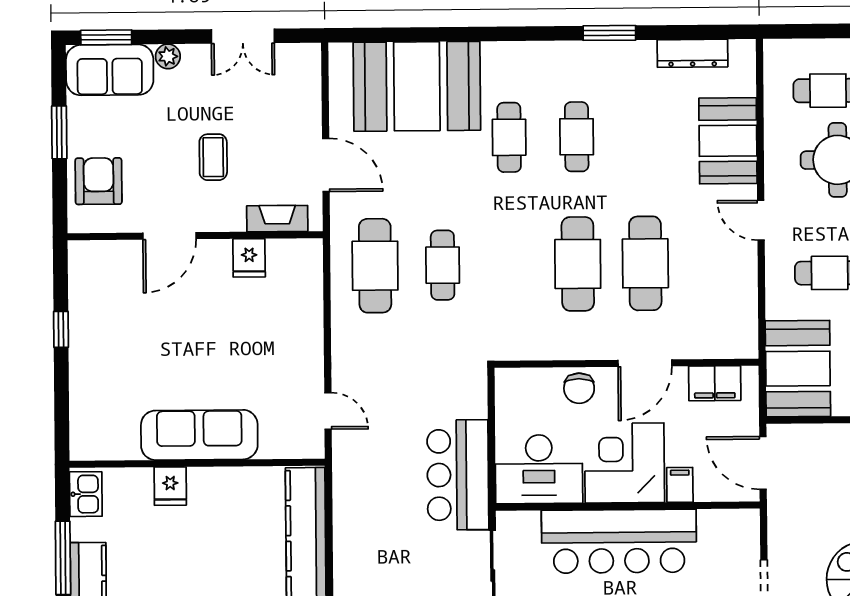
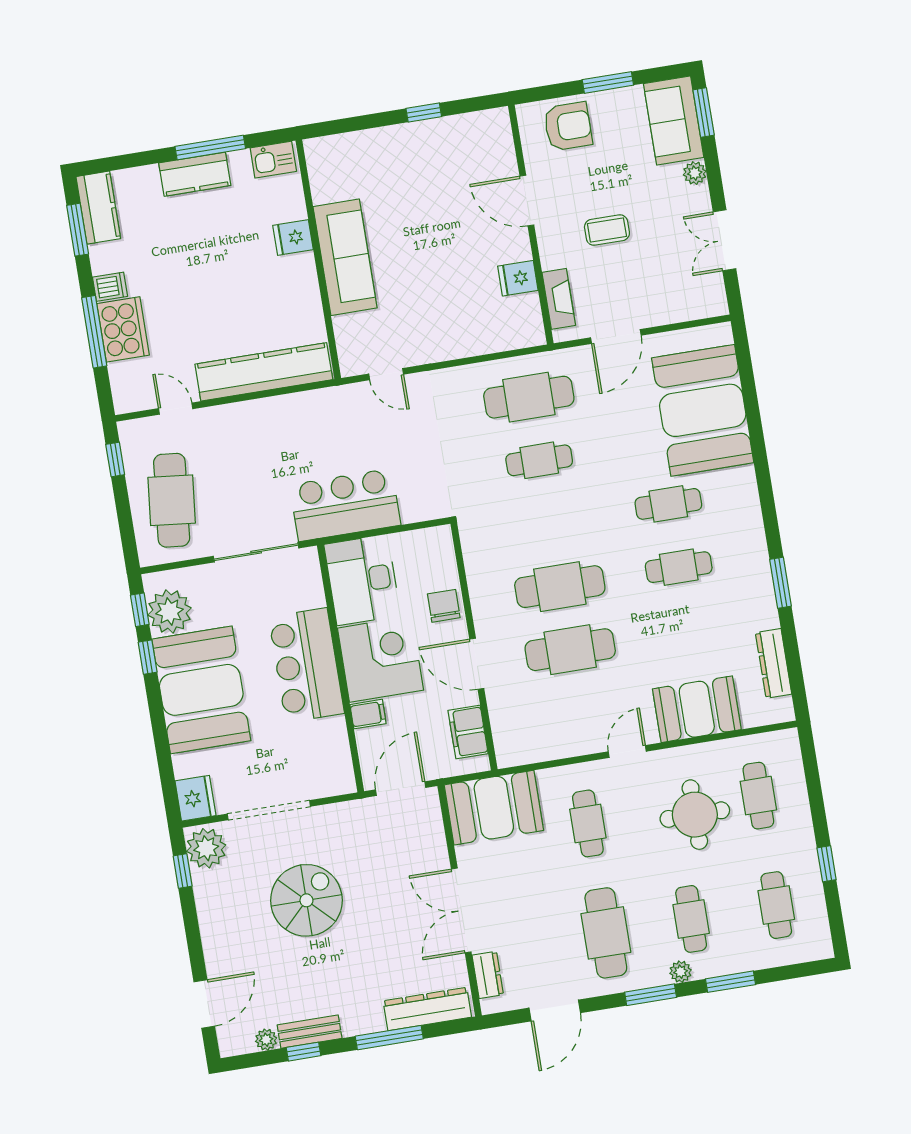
chair: (579, 388) -> (444, 606), turned 90
door: (328, 411) -> (386, 374), hinge flipped
bar counter: (619, 541) -> (306, 665), width x0.73

